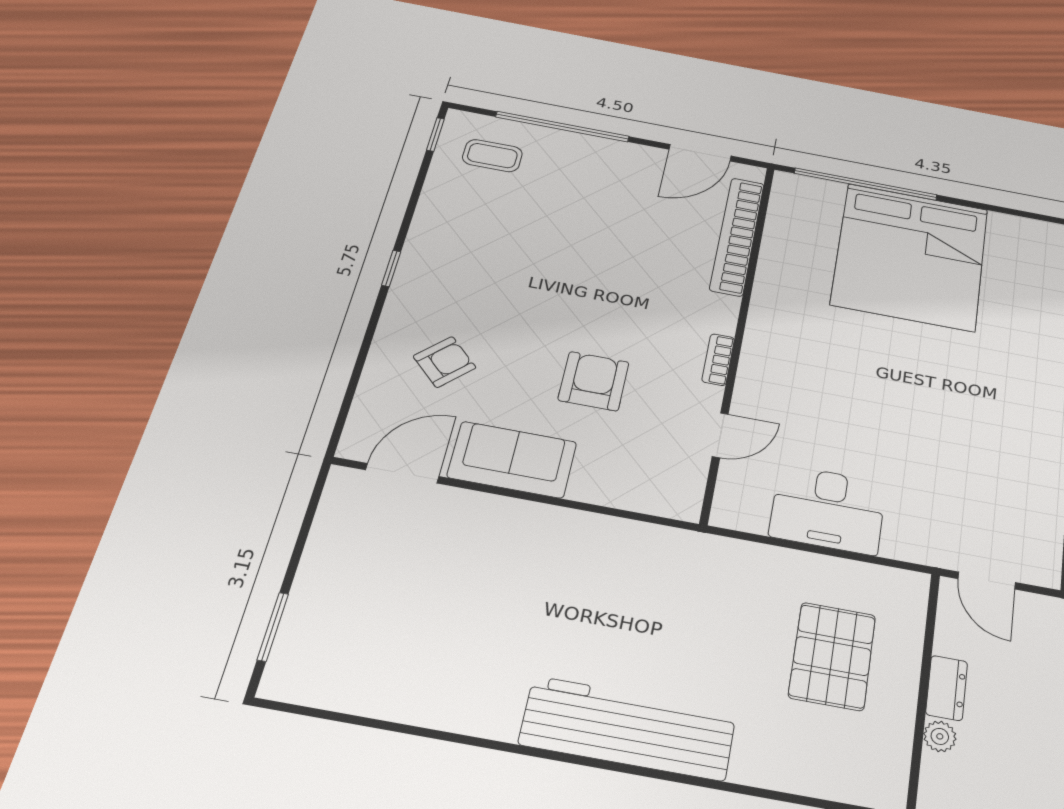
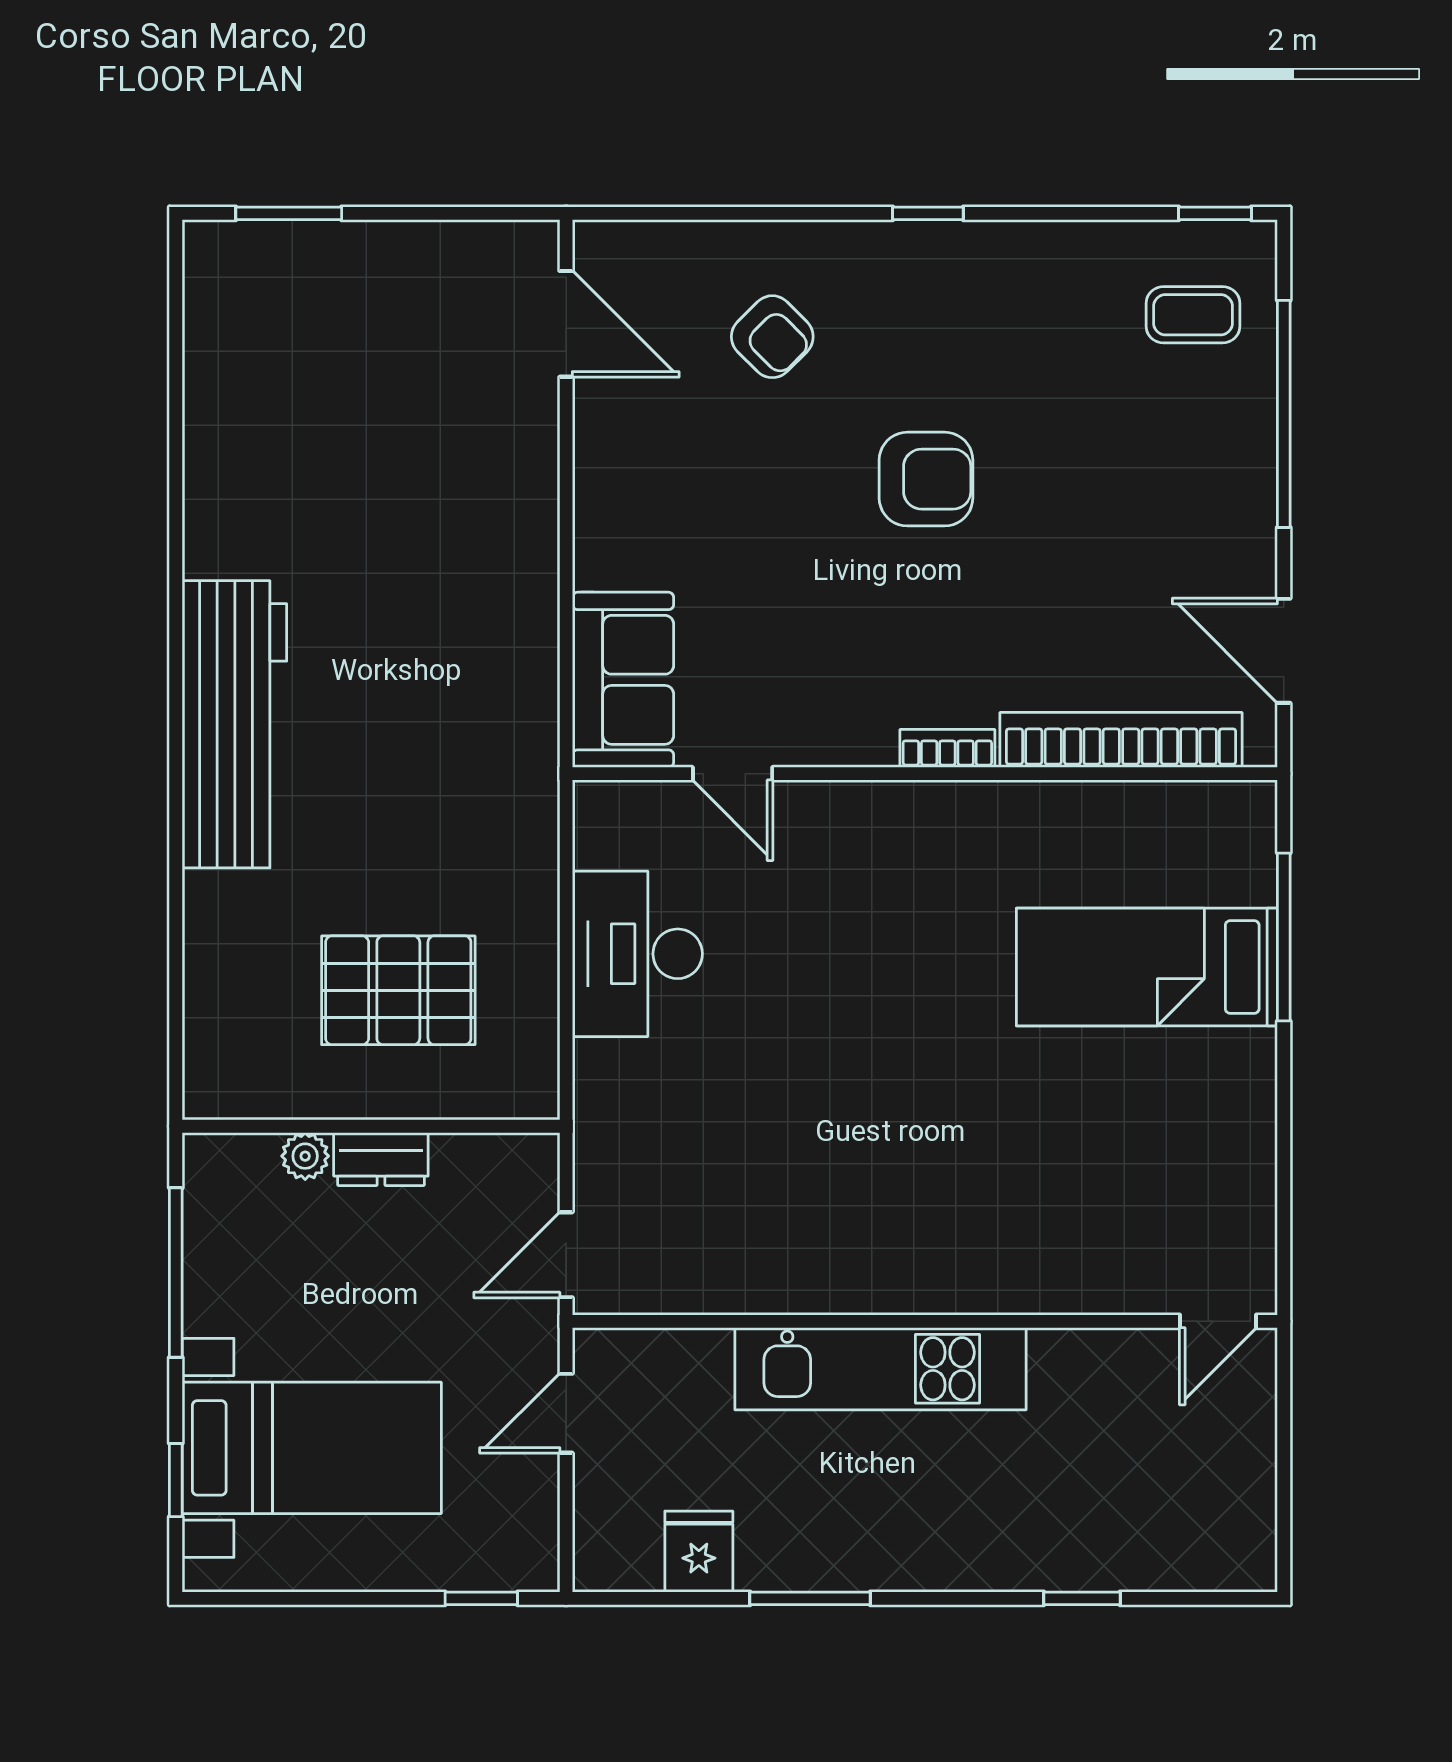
coffee table: (492, 156) -> (1193, 315), turned 90
window: (866, 184) -> (1284, 937), width x0.68
bed: (910, 256) -> (1147, 967), width x0.49
bookcase: (718, 360) -> (947, 748), moved
armchair: (594, 381) -> (926, 479), moved
sofa: (512, 460) -> (623, 680), moved
door: (987, 581) -> (566, 1255), moved

